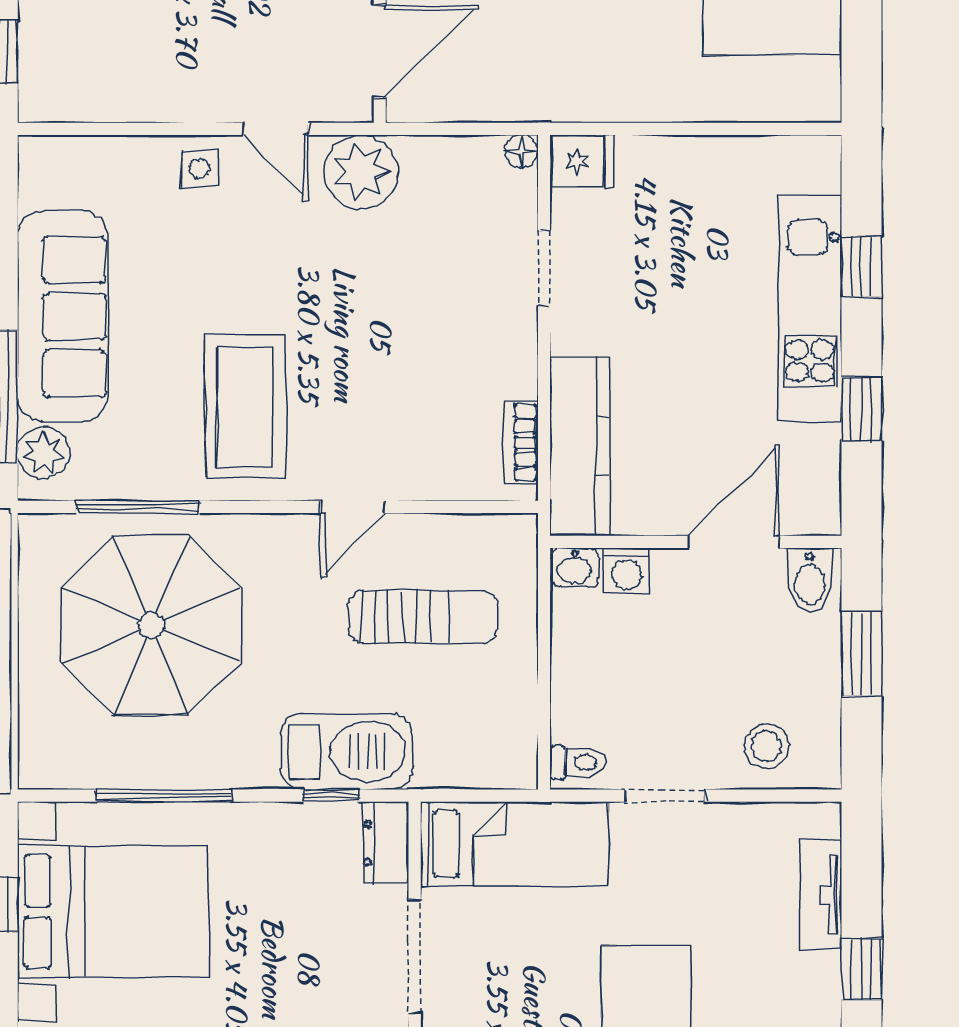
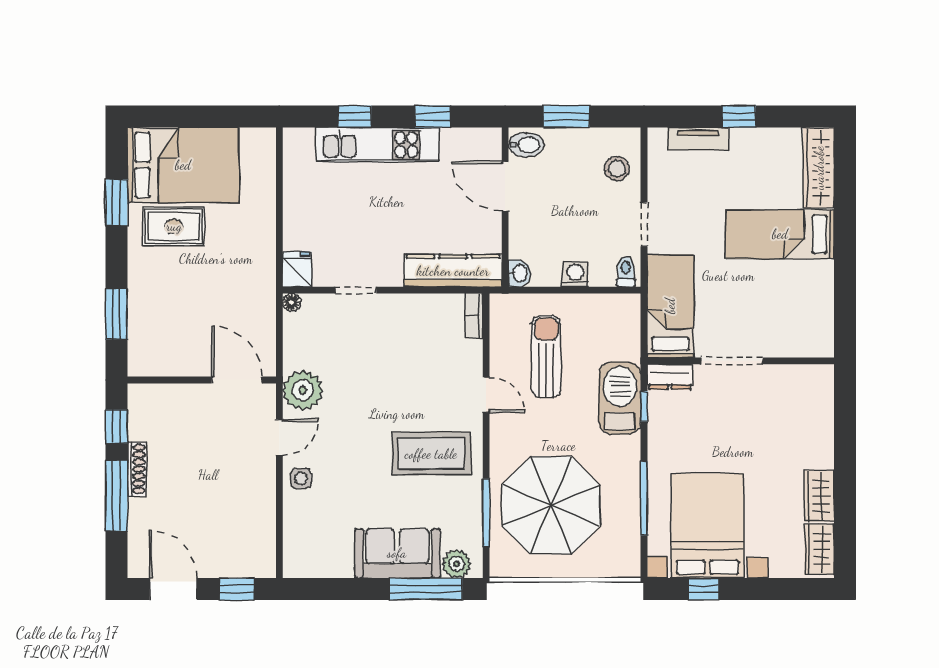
sofa: (63, 317) -> (397, 553), width x0.73
bookcase: (522, 443) -> (474, 316), moved, turned 90
washing machine: (627, 571) -> (575, 274), moved, turned -90

